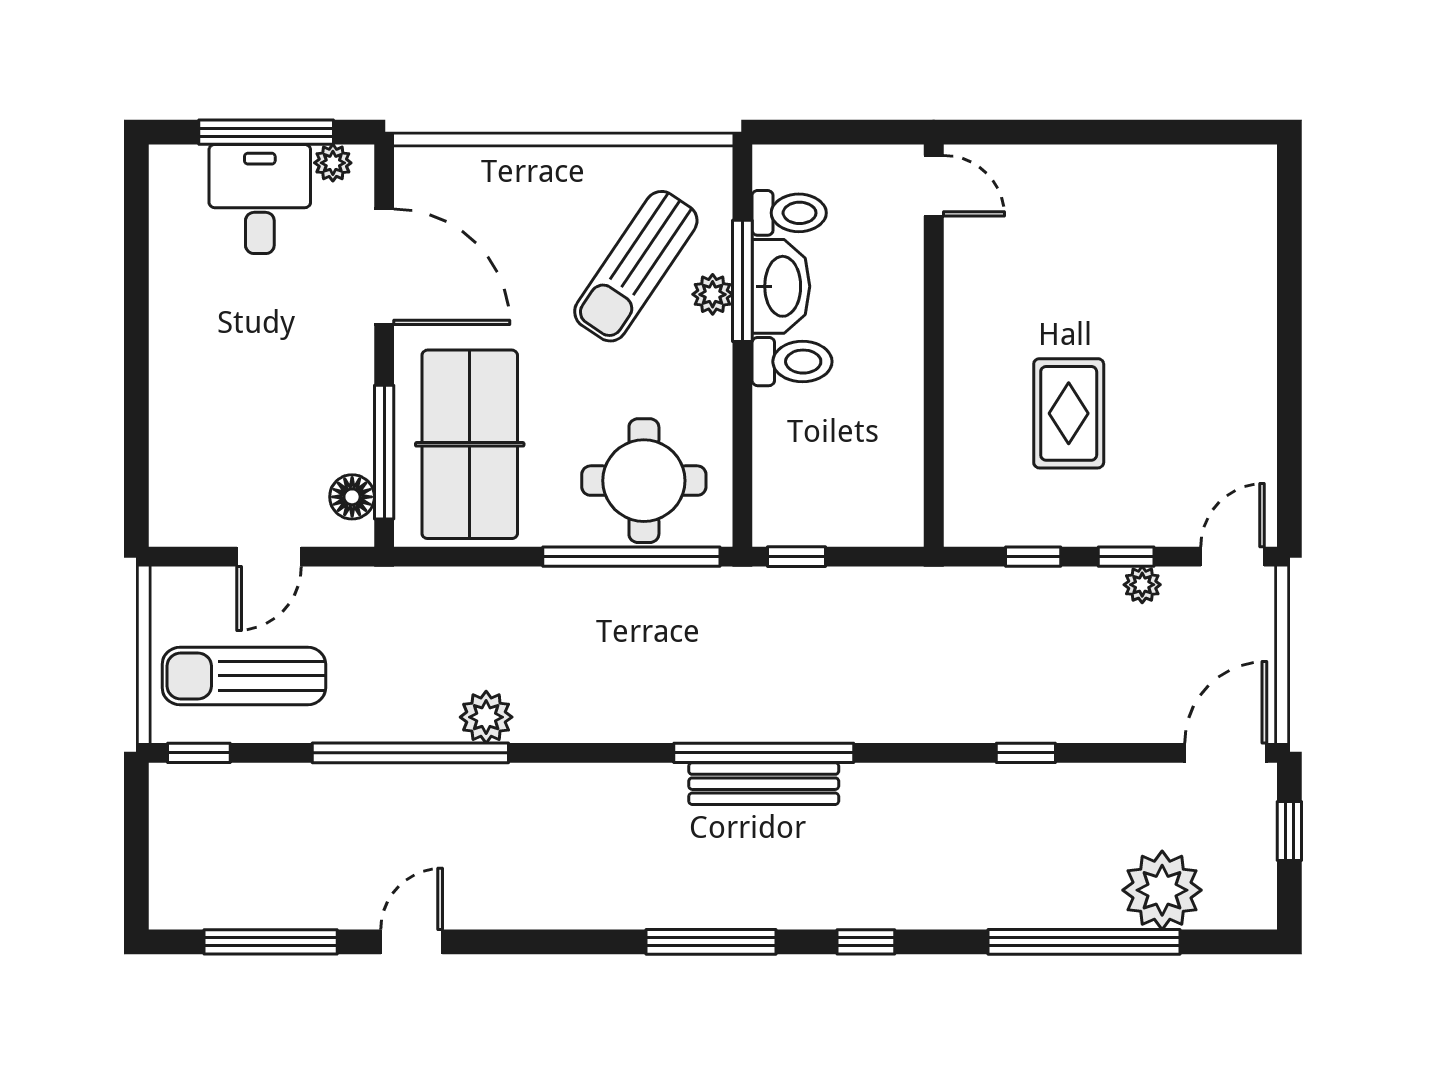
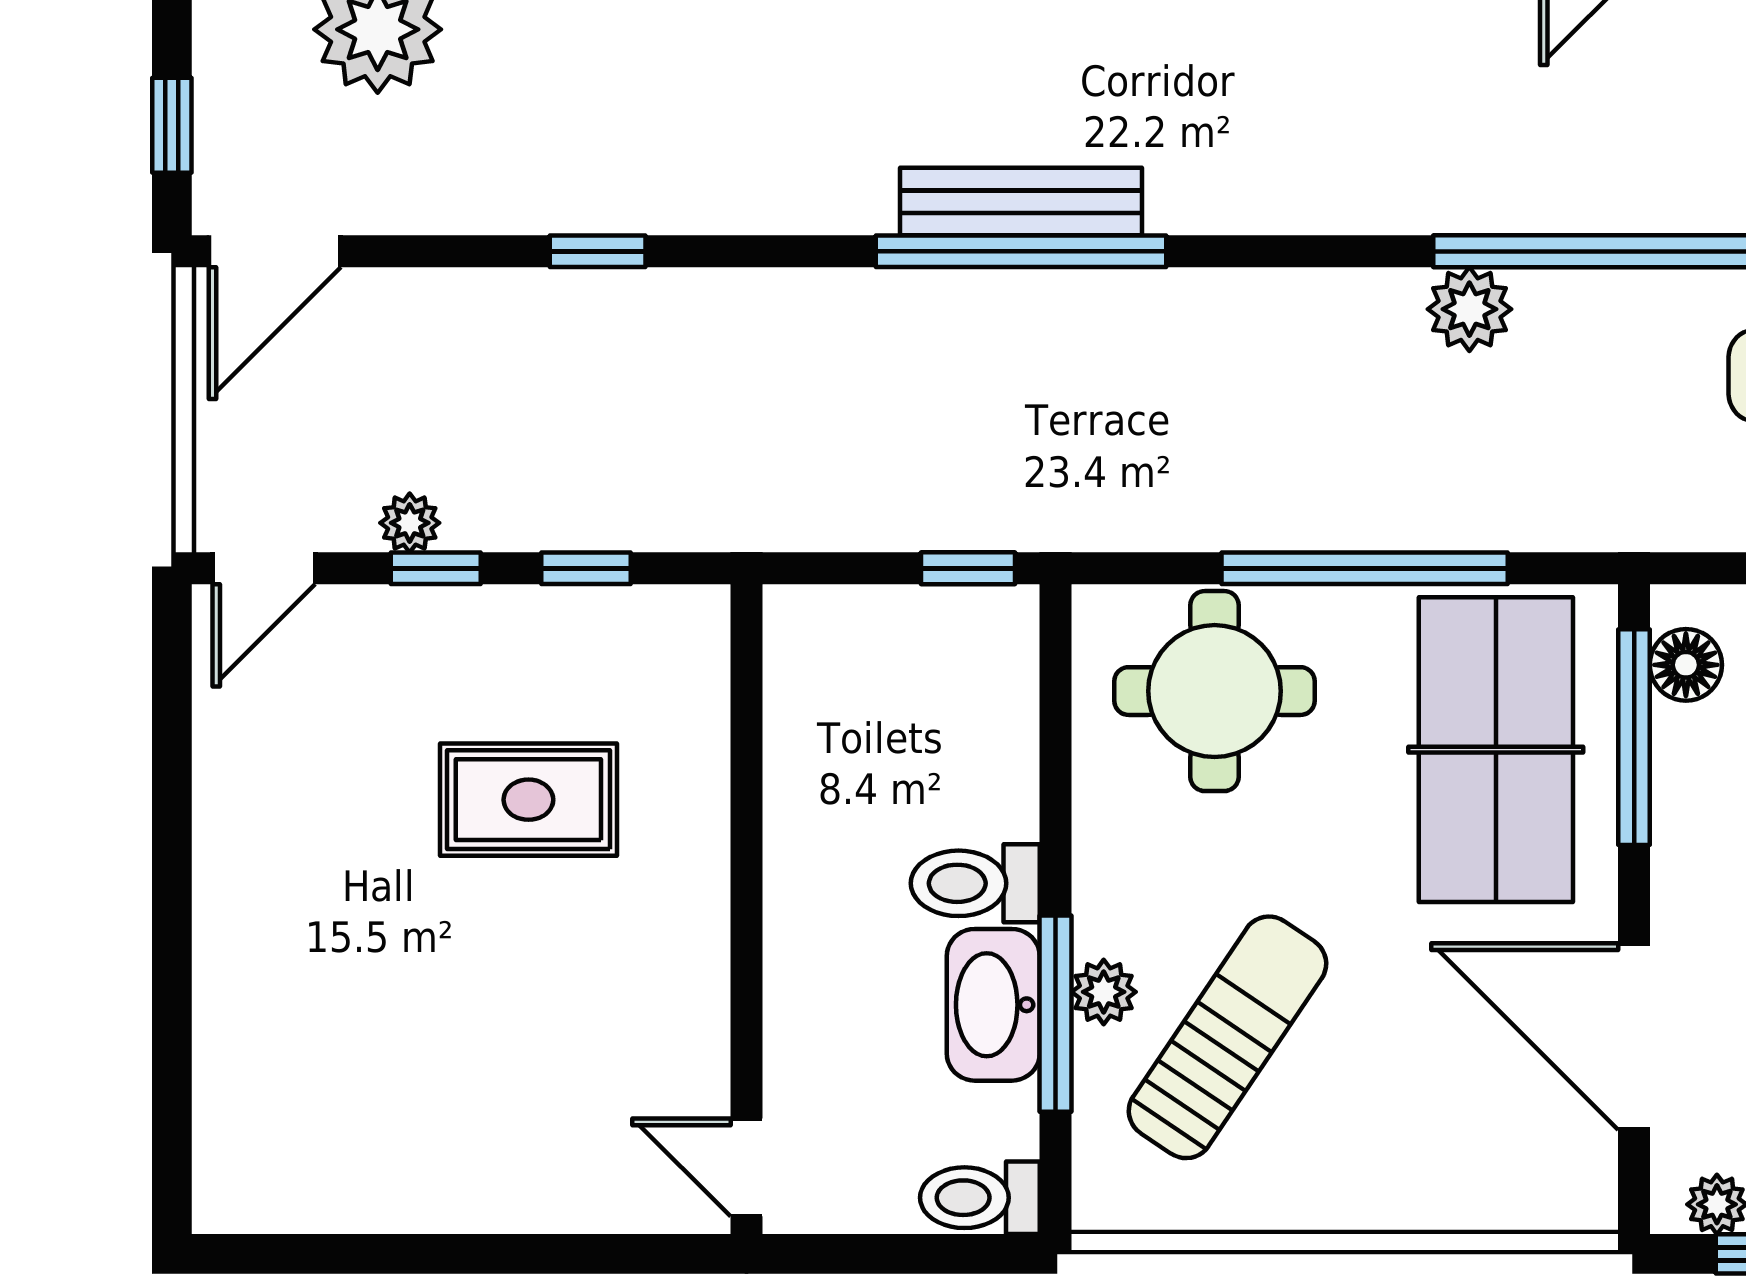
toilet: (789, 213) -> (980, 1198), moved
rug: (1069, 413) -> (528, 800), turned 90
window: (631, 557) -> (1365, 568), moved

